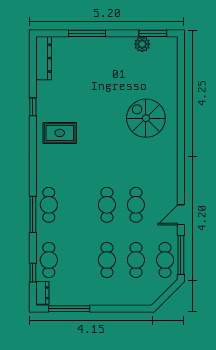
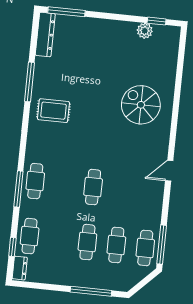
window: (87, 33) -> (66, 12), moved
window: (153, 33) -> (157, 21), width x0.67
window: (33, 107) -> (29, 82), width x2.17
cafe table: (136, 205) -> (122, 190), removed
door: (181, 215) -> (169, 171), moved
window: (69, 309) -> (91, 291), moved

